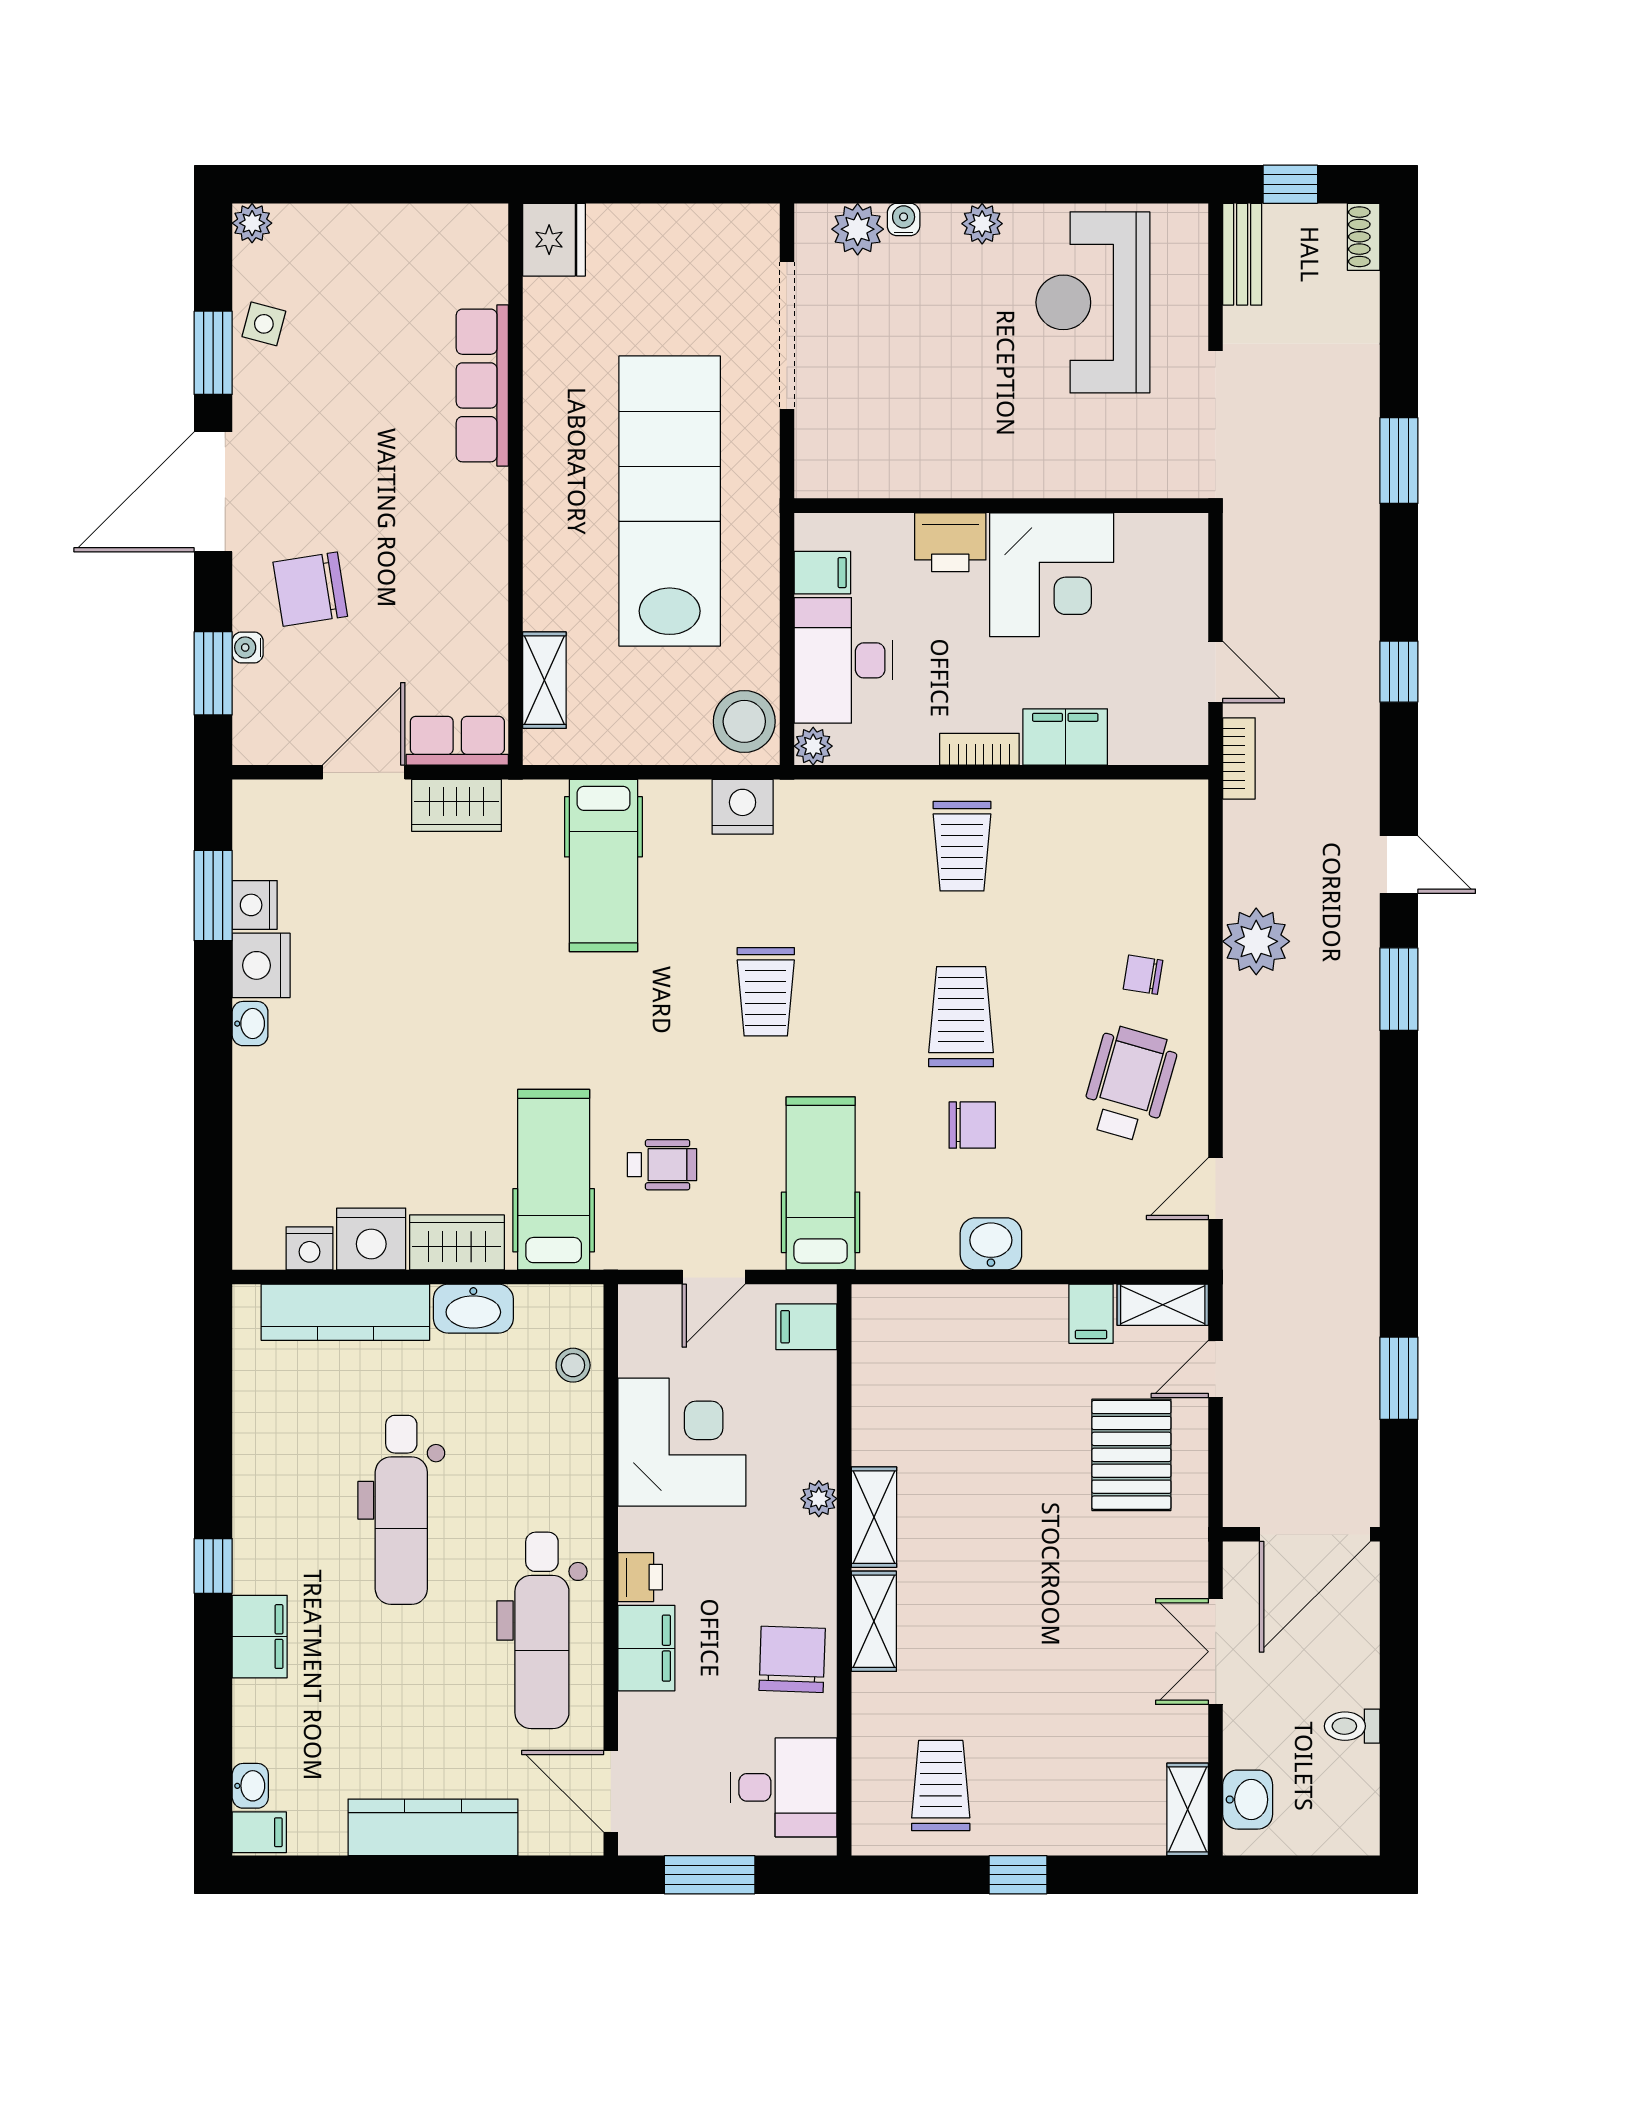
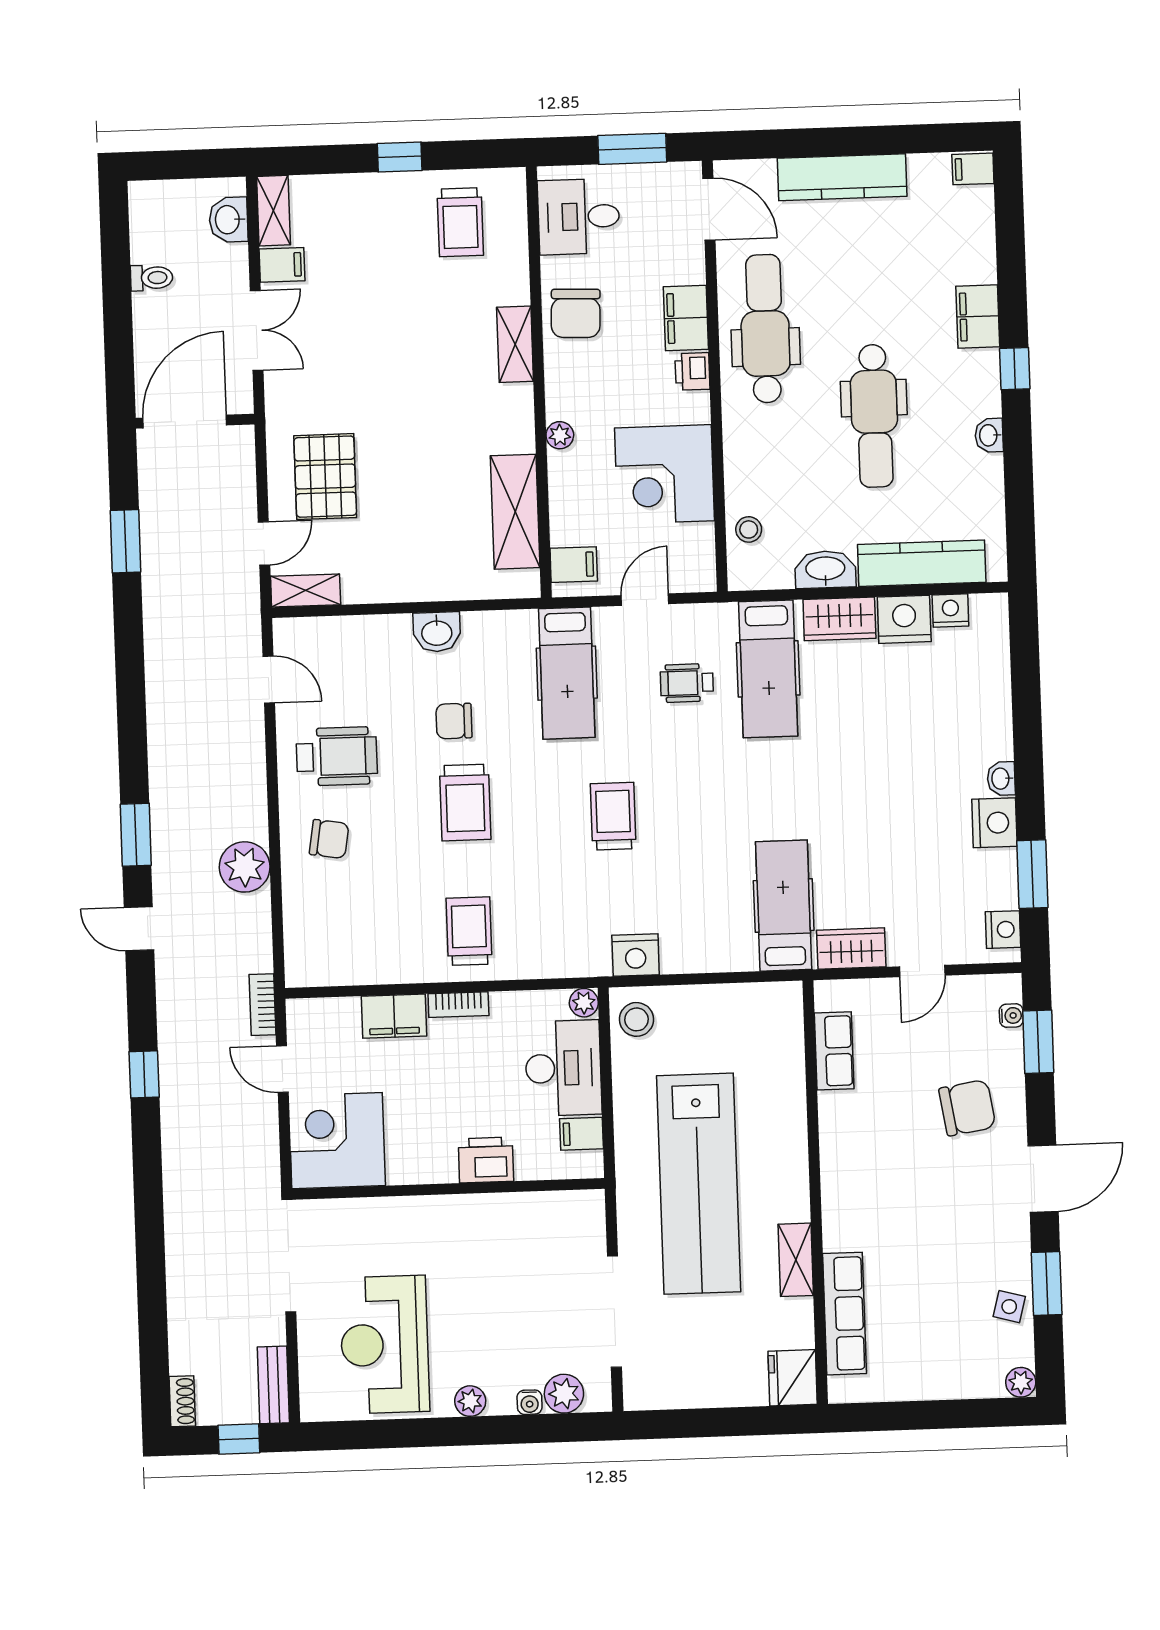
reception desk: (1093, 302) -> (385, 1345), turned 180
row of seats: (482, 385) -> (845, 1314), moved
window: (1399, 461) -> (150, 1233), removed
door: (213, 492) -> (1043, 1179), width x0.73
corner desk: (1052, 575) -> (337, 1141), moved
water cooler: (248, 647) -> (1011, 1016), moved
shelving: (544, 680) -> (796, 1260), moved
stool: (744, 721) -> (636, 1019), width x0.73, depth x0.73
row of seats: (457, 741) -> (834, 1051), moved, turned -90
door: (364, 772) -> (922, 971), width x0.73
hospital bed: (603, 865) -> (784, 906), moved
nightstand: (255, 905) -> (1003, 930), moved
chair: (1143, 975) -> (329, 839), width x1.37, depth x1.37
wheelchair: (1129, 1084) -> (337, 756), turned -106
door: (1216, 1189) -> (269, 680), hinge flipped
filing cabinet: (1091, 1314) -> (282, 265), moved, turned 90
dental chair: (401, 1510) -> (874, 416), turned 180
shelving: (874, 1517) -> (515, 512), moved, width x1.50, depth x1.33
washbasin: (250, 1786) -> (989, 435), moved

